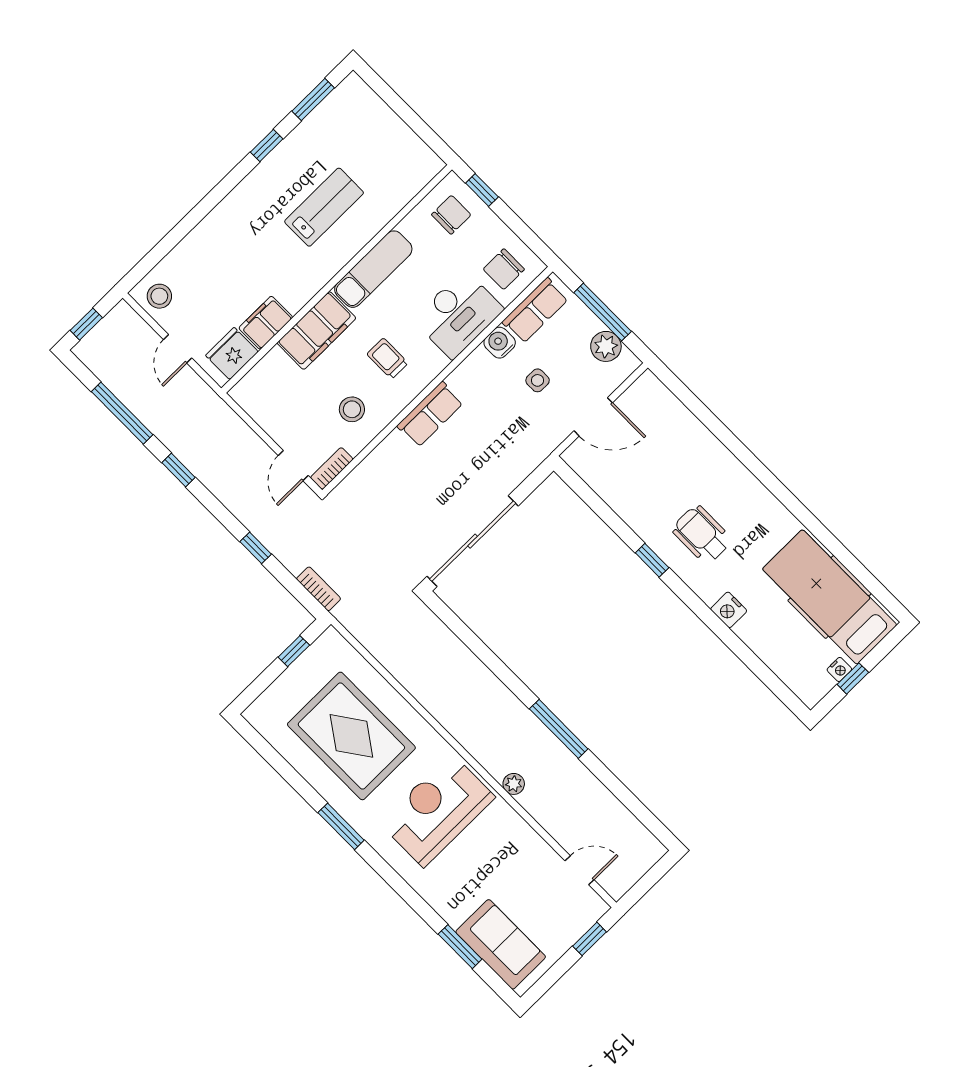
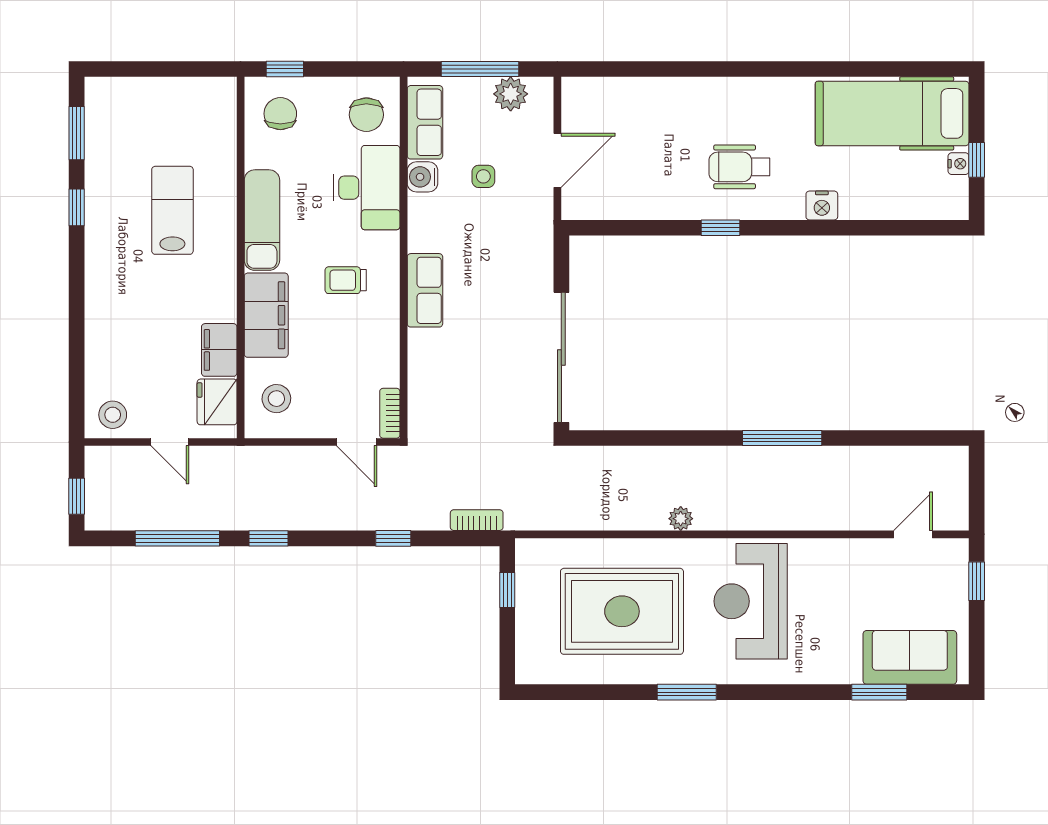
stool: (352, 409) -> (276, 399), moved
plant: (514, 784) -> (681, 519), moved

